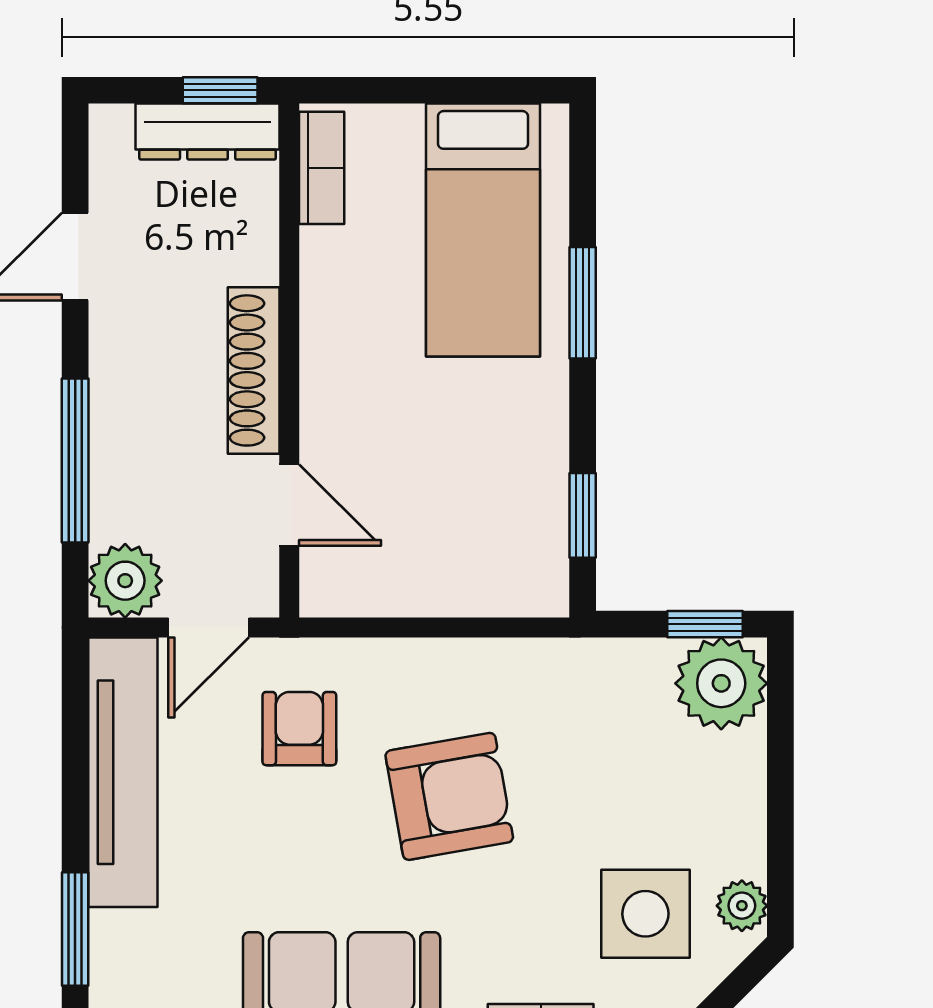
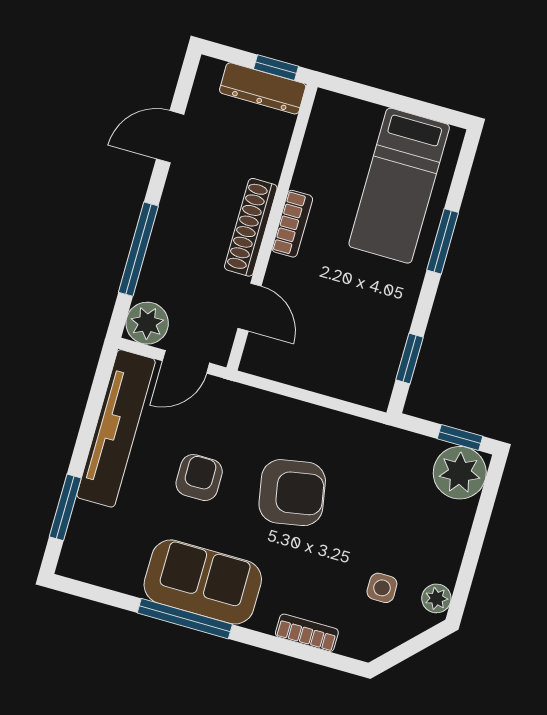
bookcase: (322, 168) -> (292, 224), moved
armchair: (299, 729) -> (199, 478), moved
side table: (645, 914) -> (382, 588), width x0.54, depth x0.54

